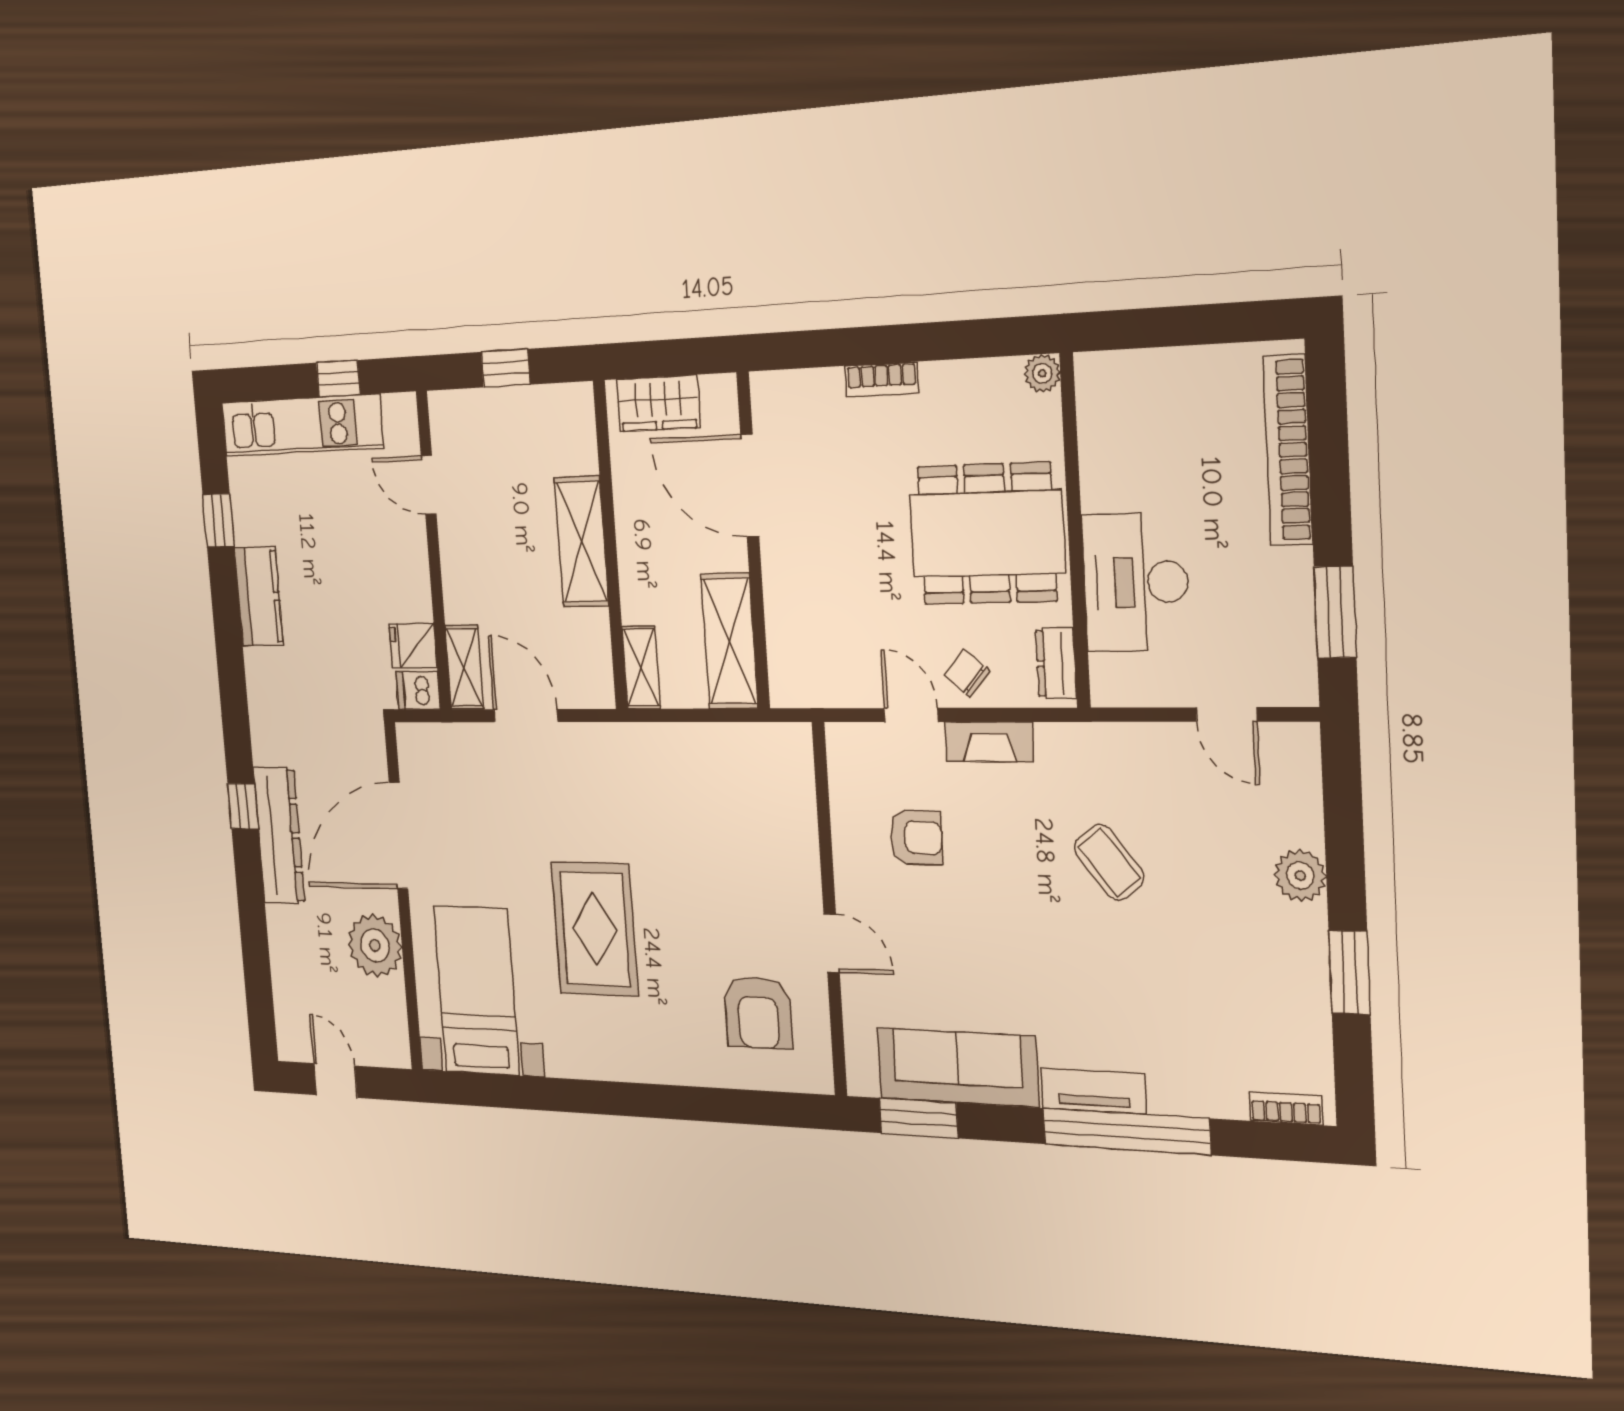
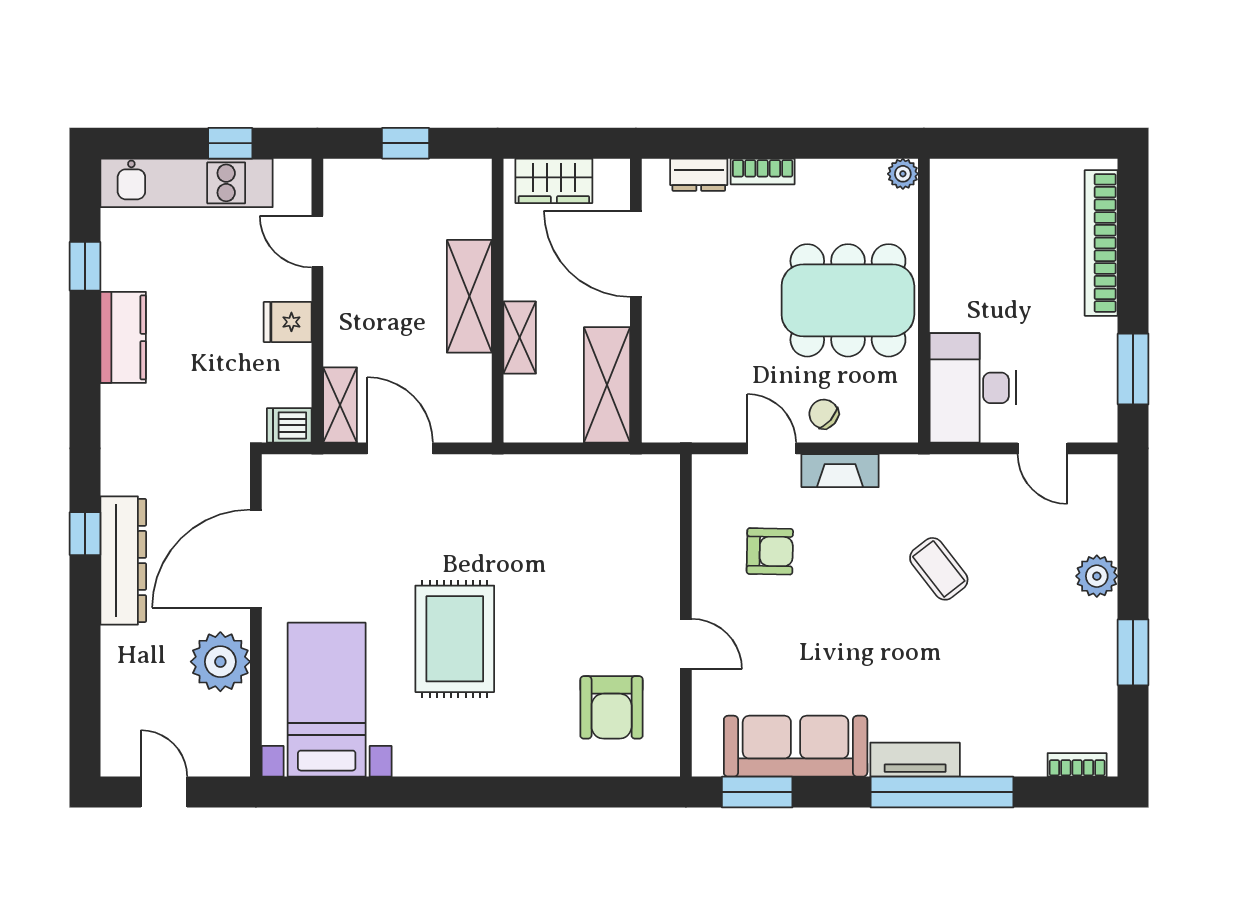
desk: (1136, 582) -> (973, 388), moved
fridge: (413, 646) -> (288, 322), moved
dresser: (1056, 663) -> (699, 175), moved, turned -90
shelving: (641, 667) -> (520, 338), moved

